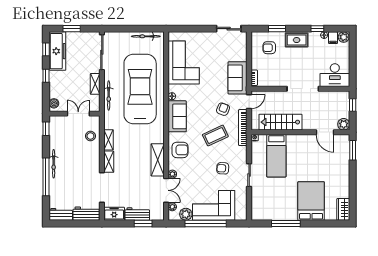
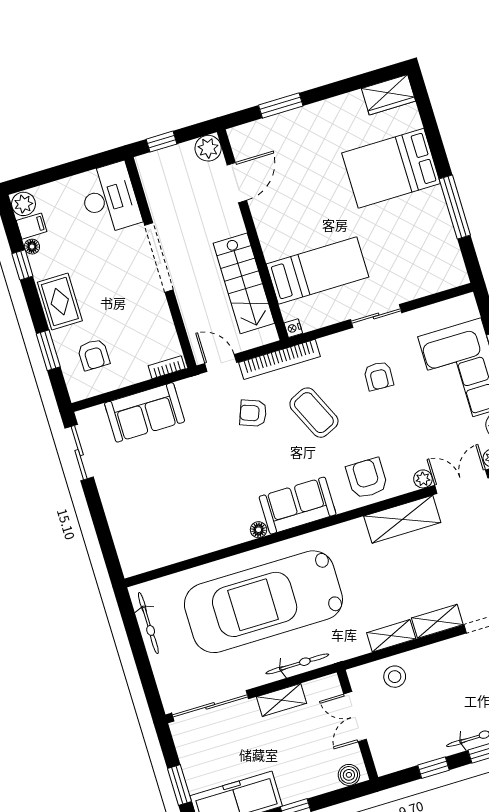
corner sofa: (184, 62) -> (179, 526), removed
sofa: (238, 78) -> (145, 412), moved
window: (46, 129) -> (434, 768), moved
window: (353, 150) -> (281, 106), moved

